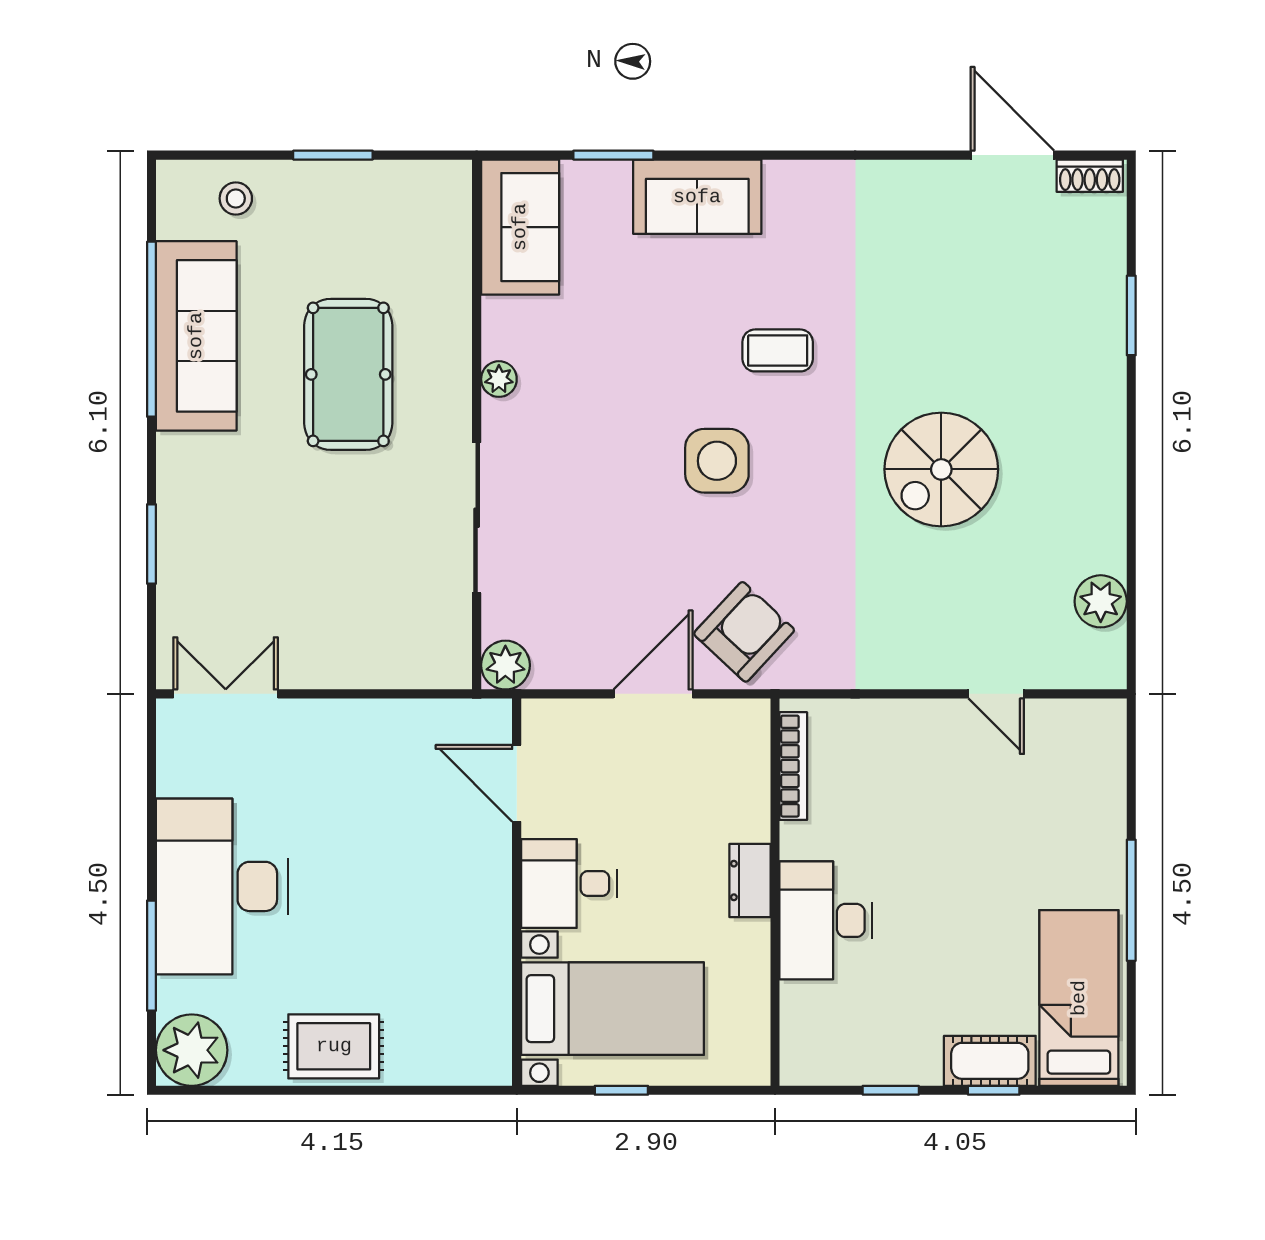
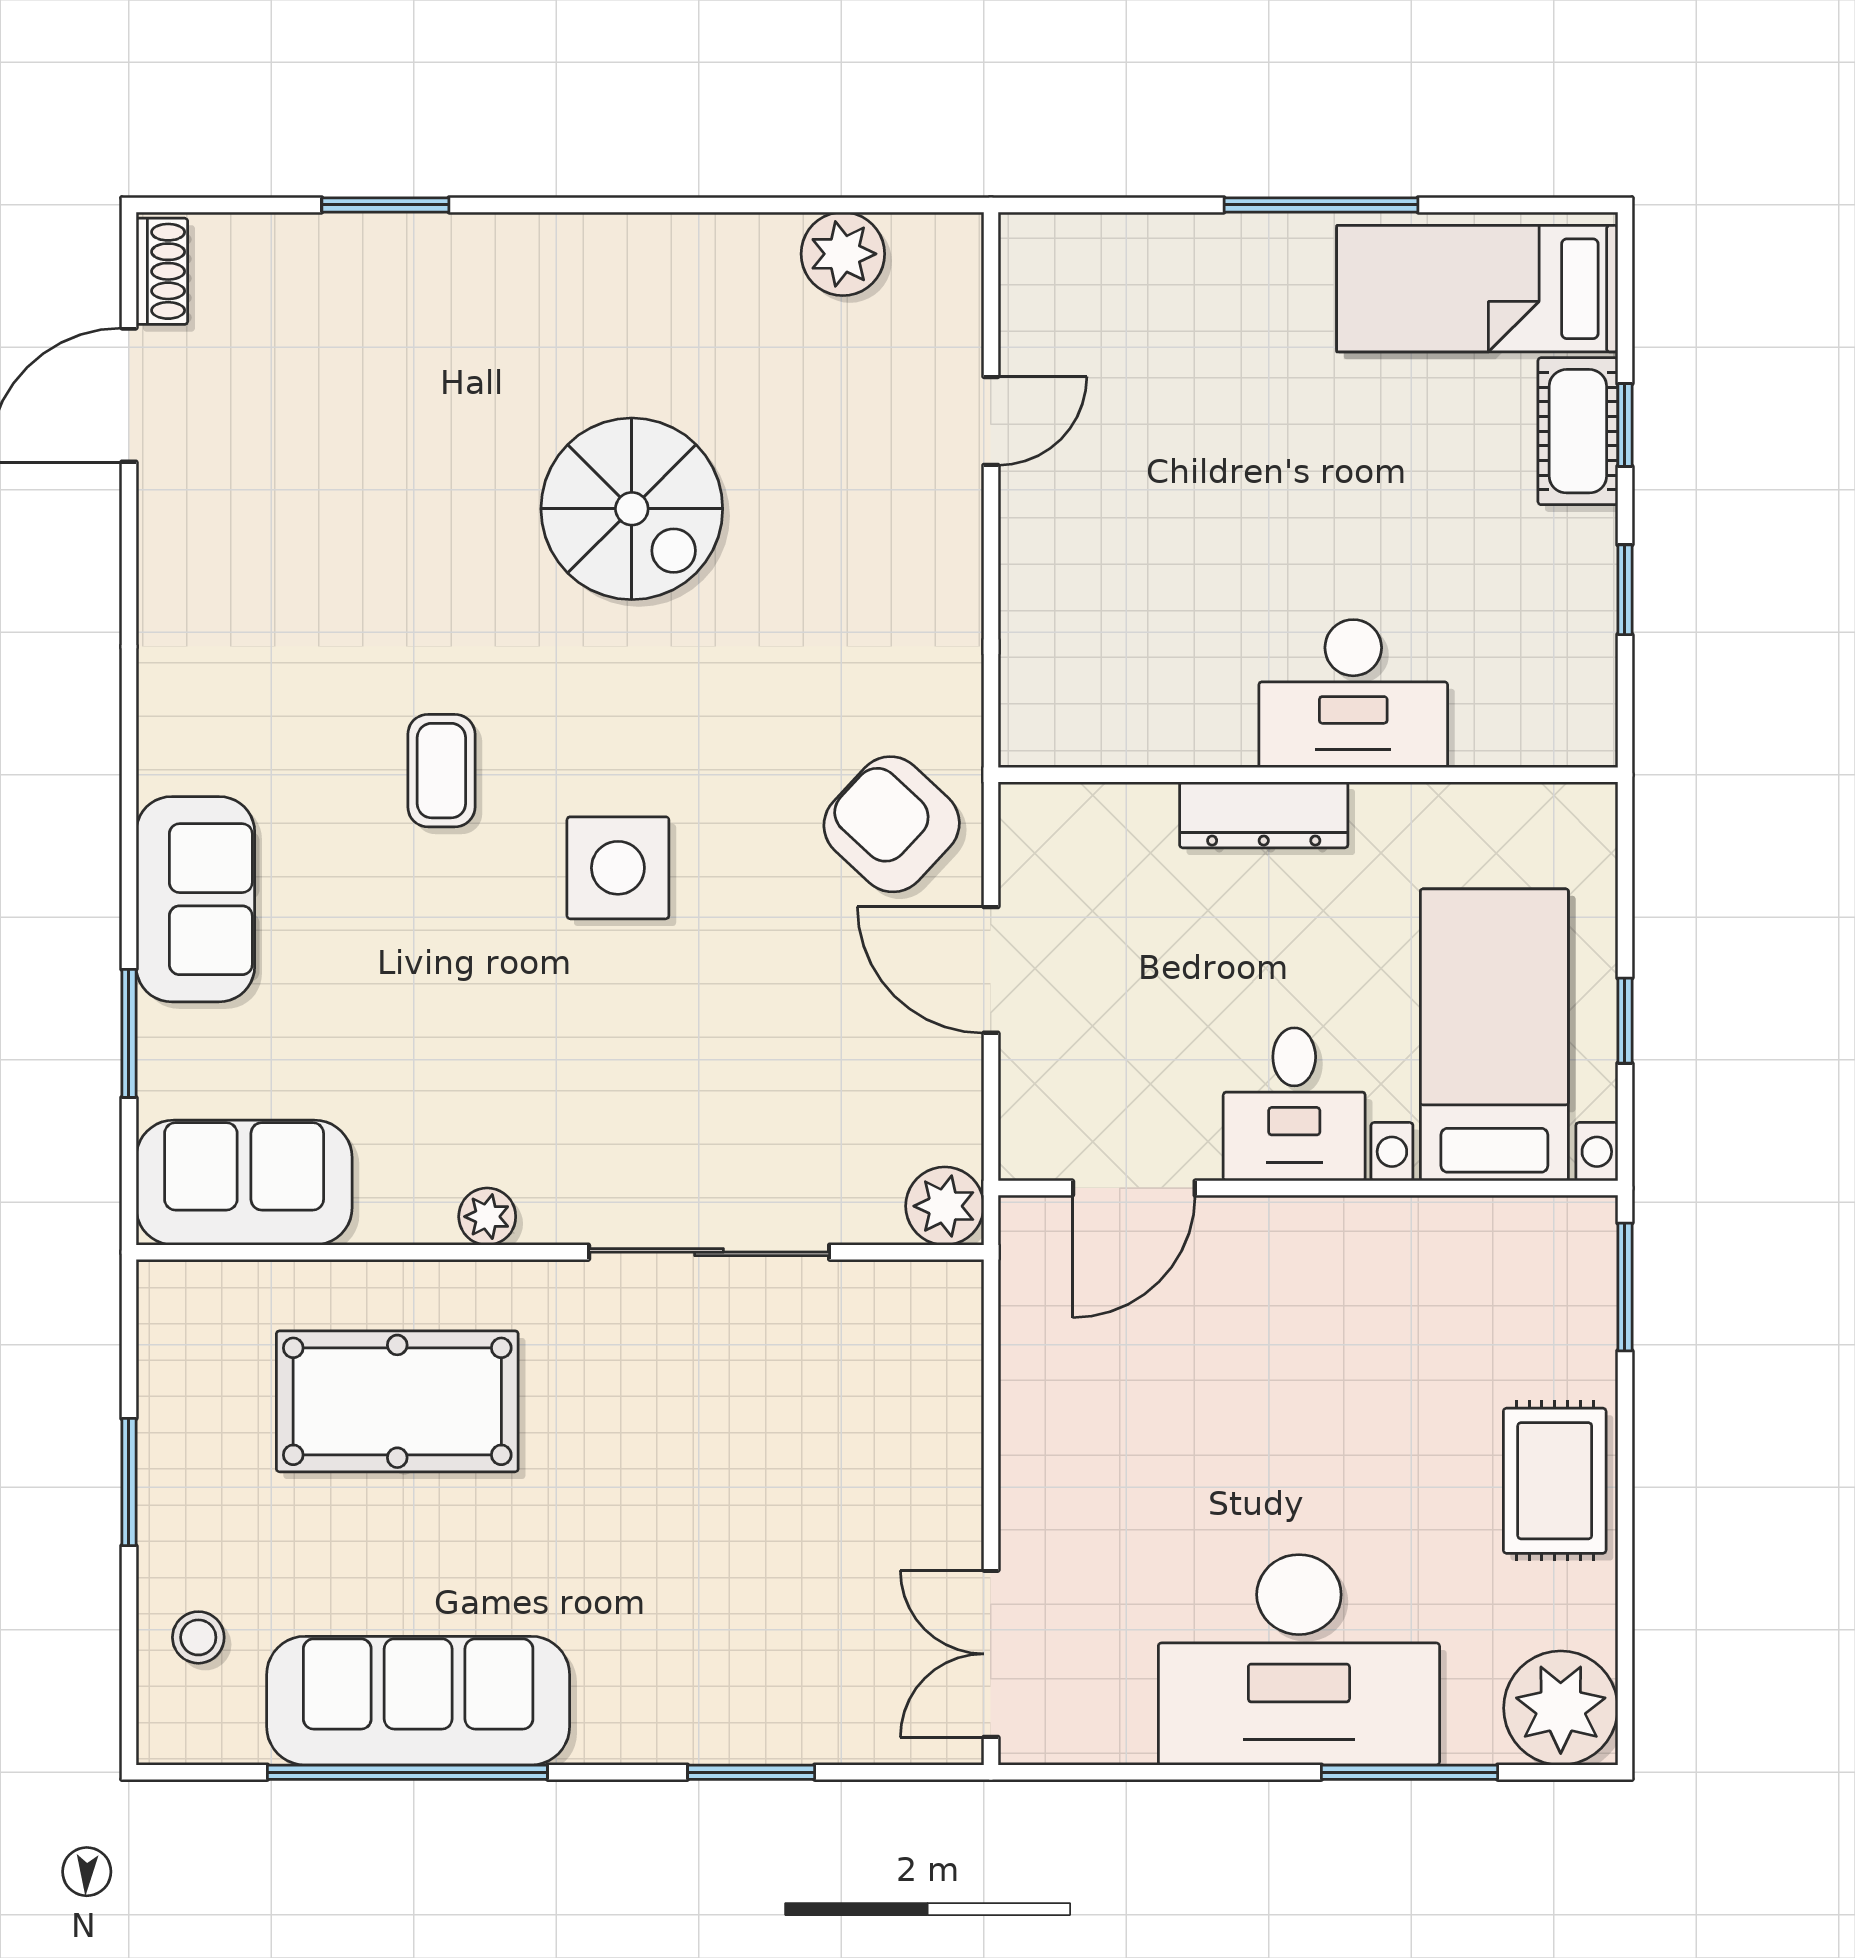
pool table: (348, 374) -> (397, 1401), moved
bookcase: (793, 766) -> (1106, 746), removed
dresser: (750, 880) -> (1264, 815), width x1.44
window: (455, 1090) -> (1625, 1287), added

